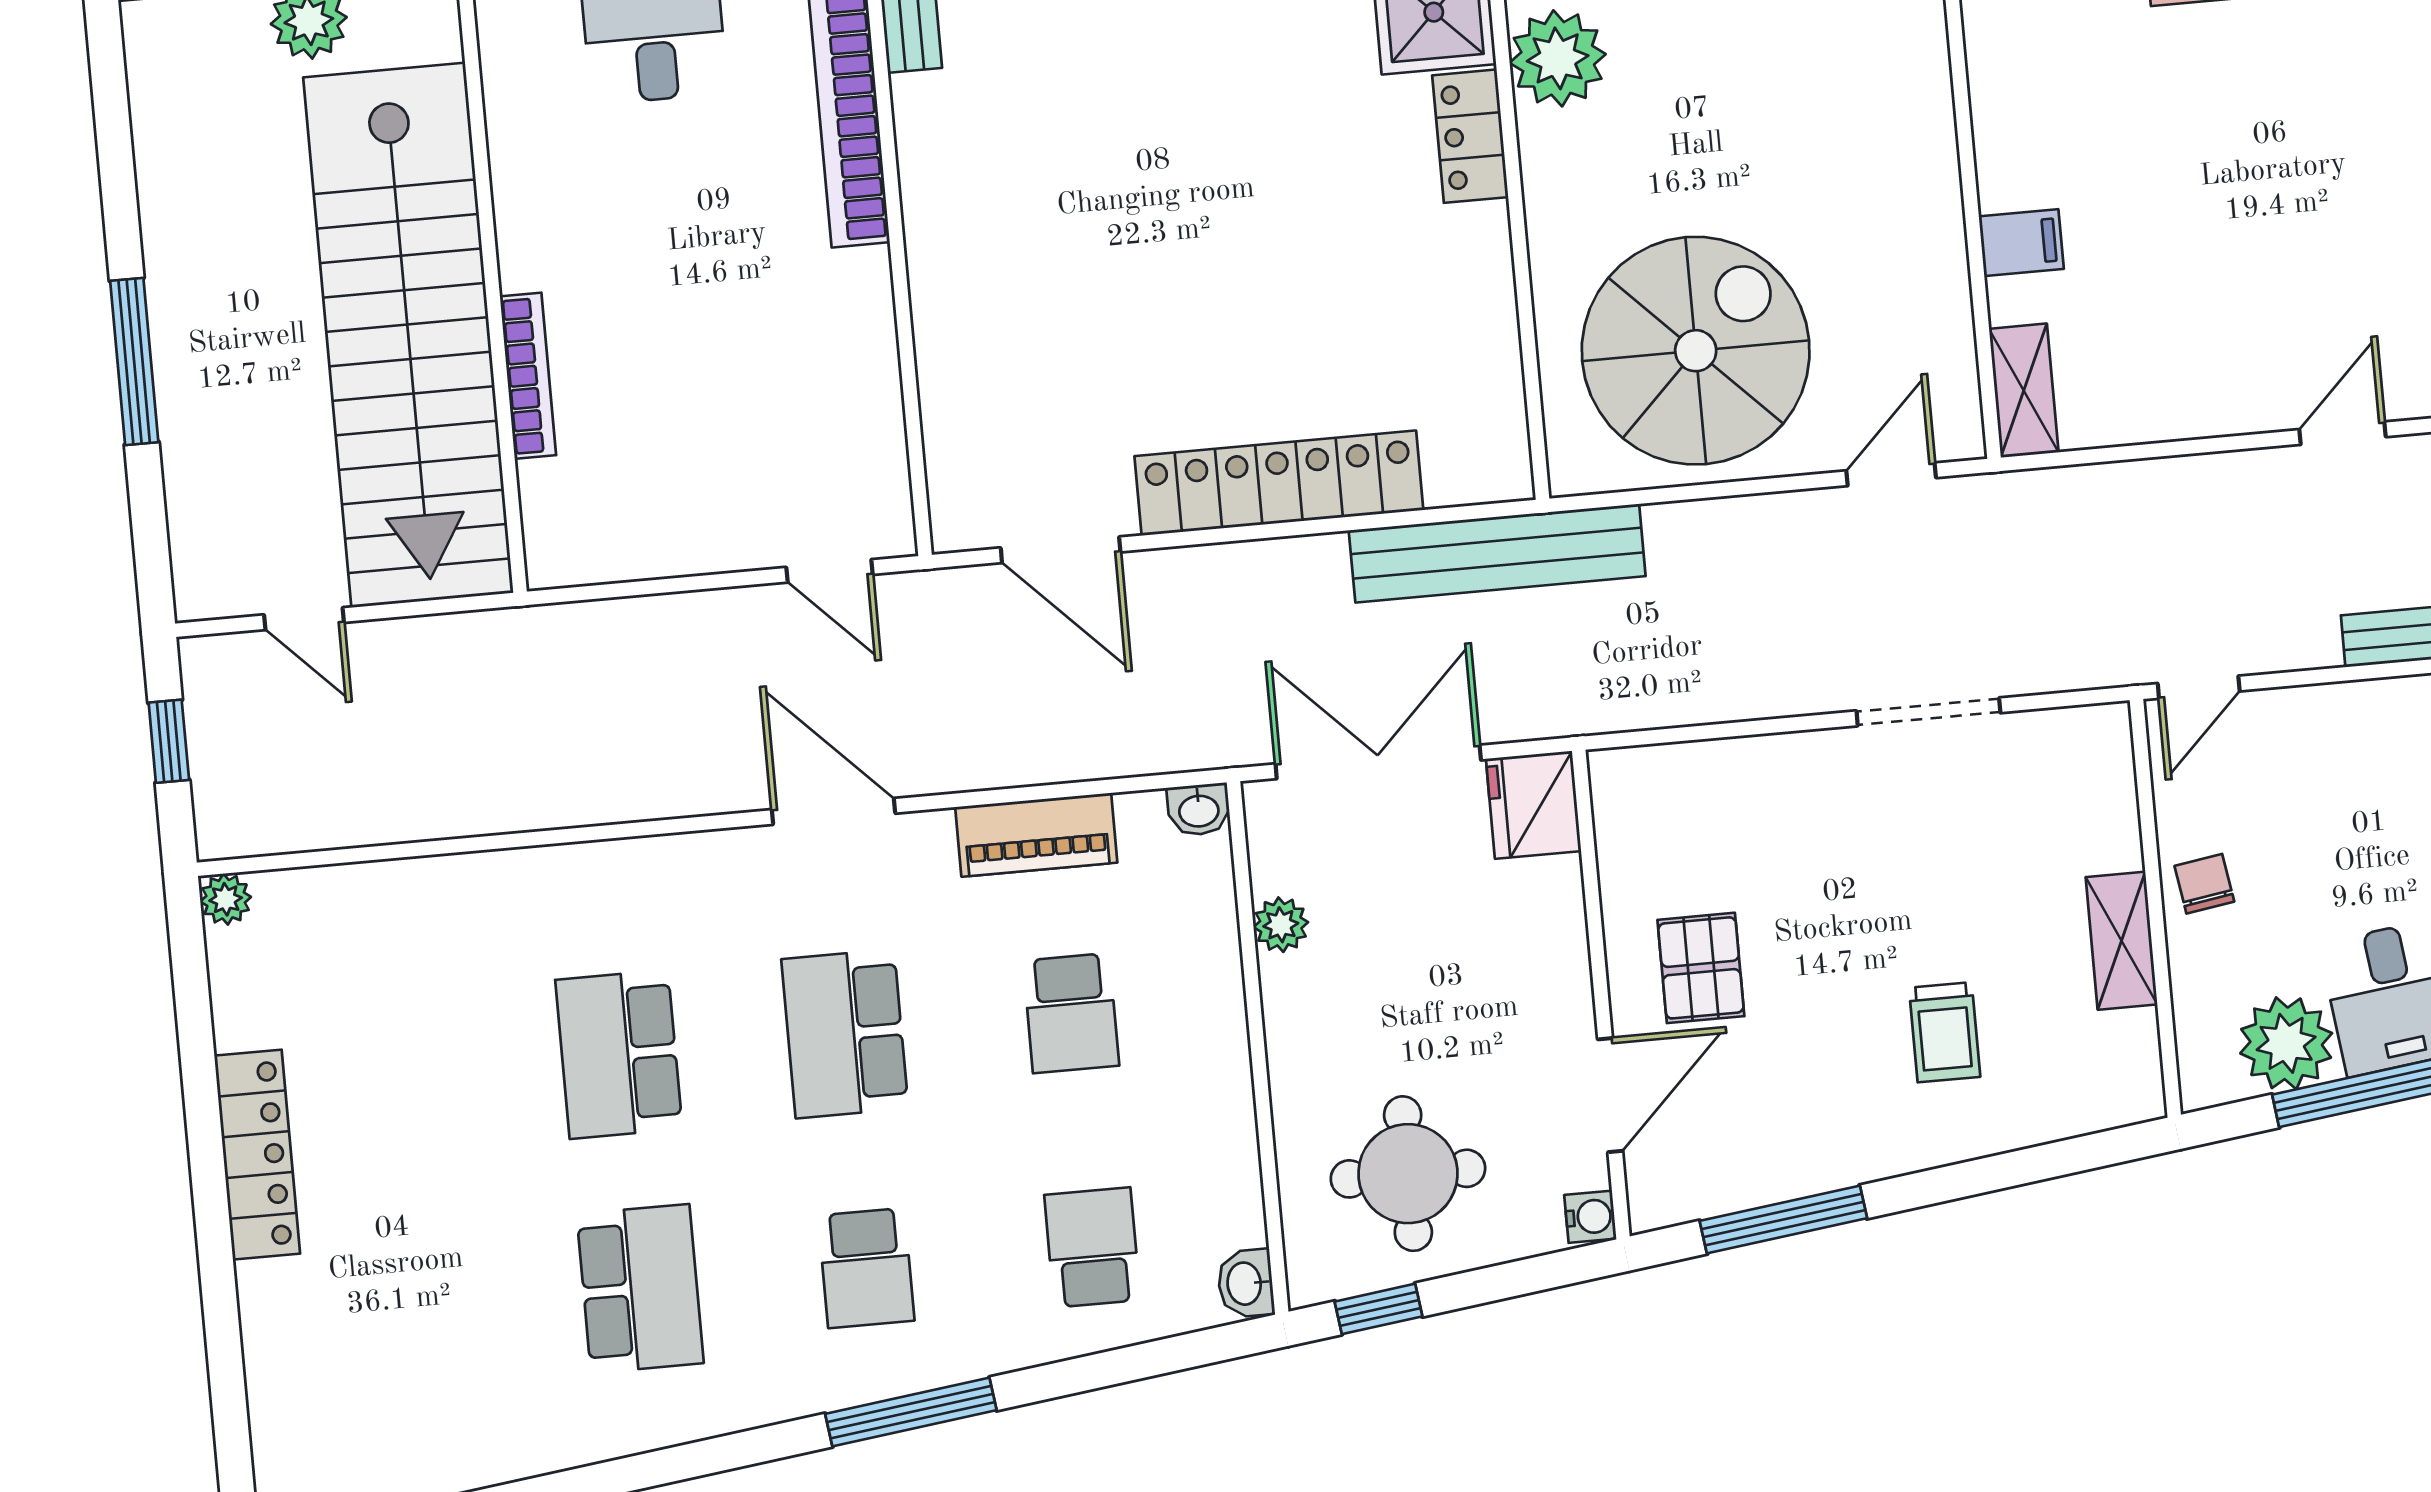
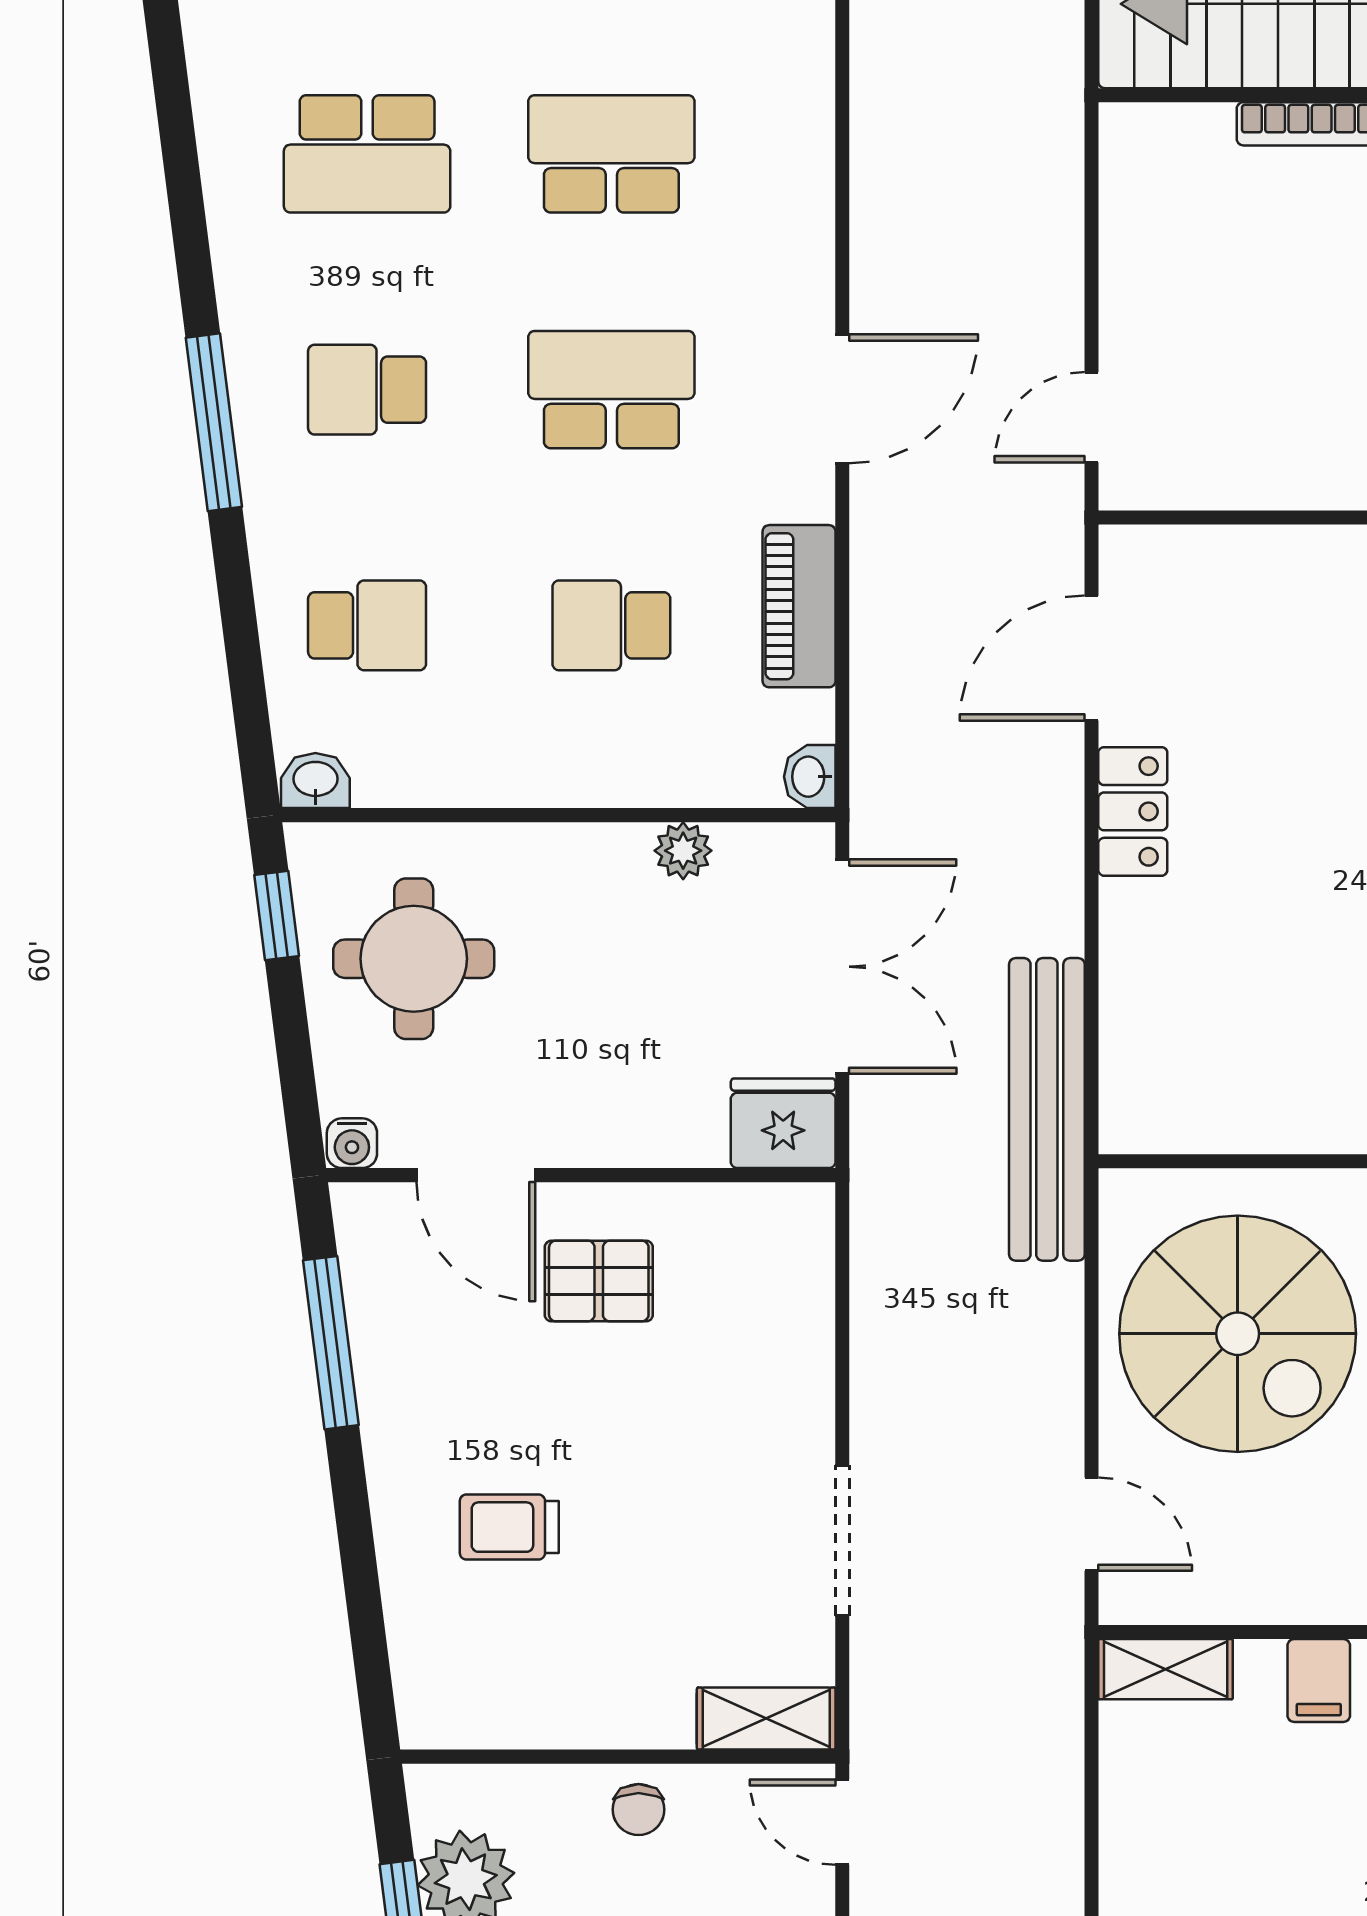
locker: (1279, 483) -> (1133, 811), width x0.46, depth x0.83
chair: (2204, 884) -> (639, 1810), turned 99
shelving: (2122, 941) -> (766, 1719), moved

